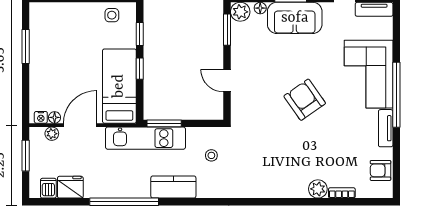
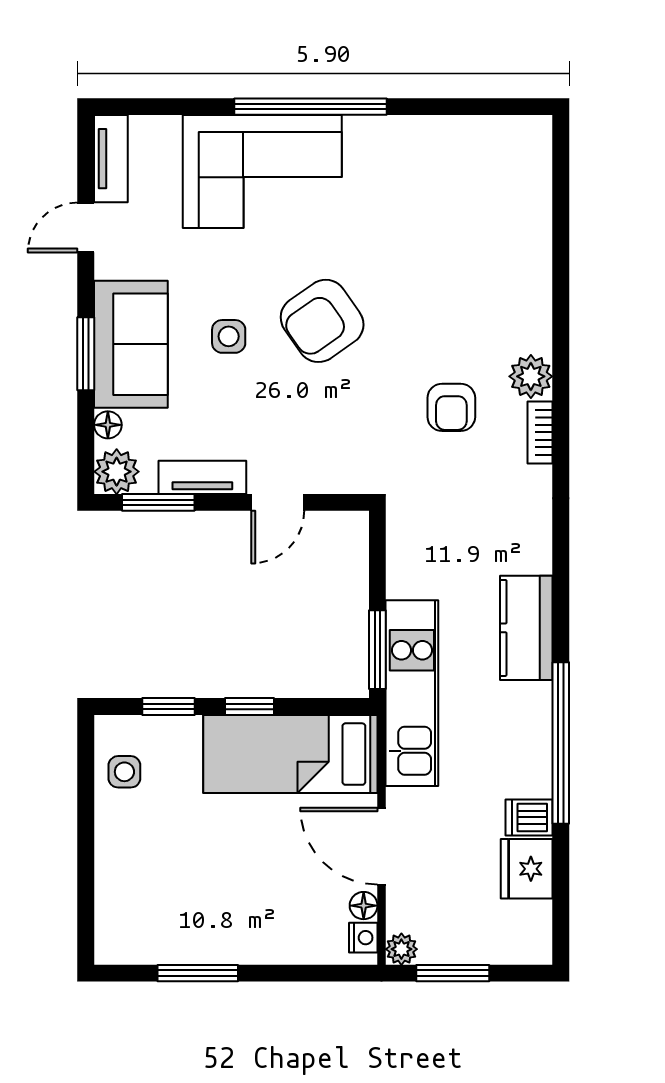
side table: (298, 60) -> (229, 336), added
tv unit: (386, 128) -> (202, 477), moved, turned 180
plant: (52, 134) -> (401, 949), moved
stool: (211, 155) -> (452, 539), removed
armchair: (380, 170) -> (451, 407), moved
dishwasher: (48, 188) -> (529, 817), moved
plant: (318, 189) -> (531, 376), moved
bookcase: (342, 193) -> (540, 432), moved

